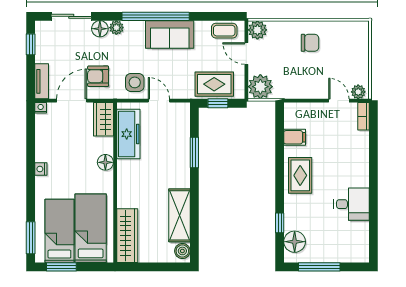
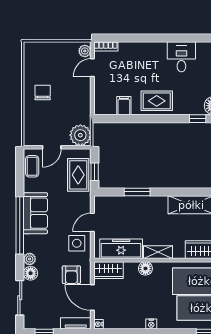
plant: (257, 30) -> (32, 138), removed
shelving: (124, 177) -> (158, 252), added

